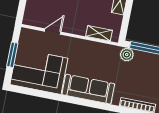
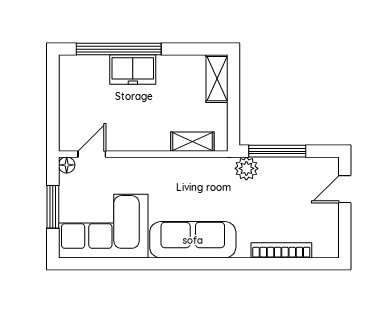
door: (53, 32) -> (92, 154), moved
floor lamp: (25, 33) -> (67, 165), added

